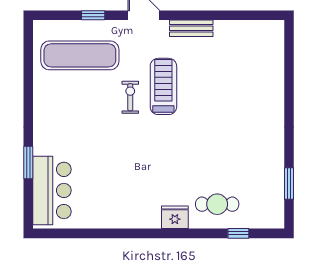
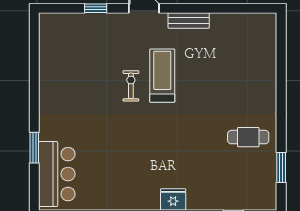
exercise mat: (80, 55) -> (83, 46), removed
cafe table: (217, 204) -> (248, 137), moved

